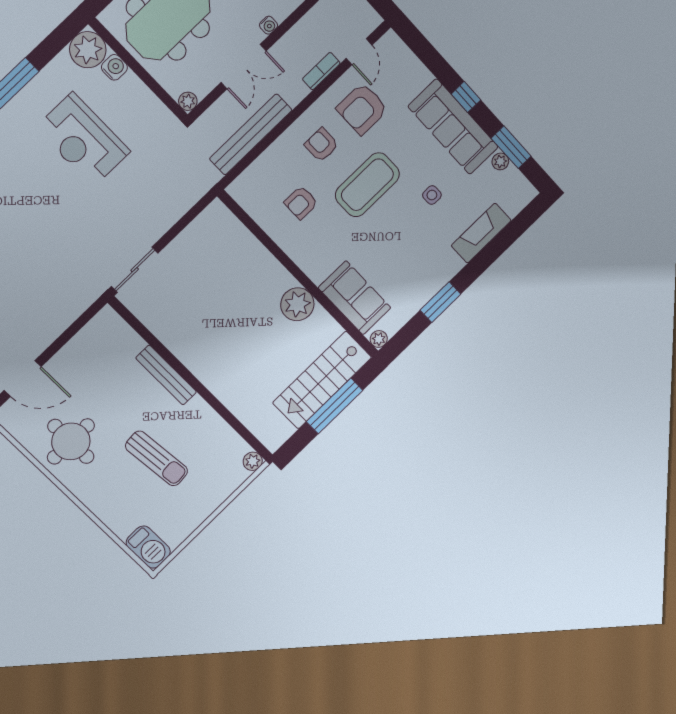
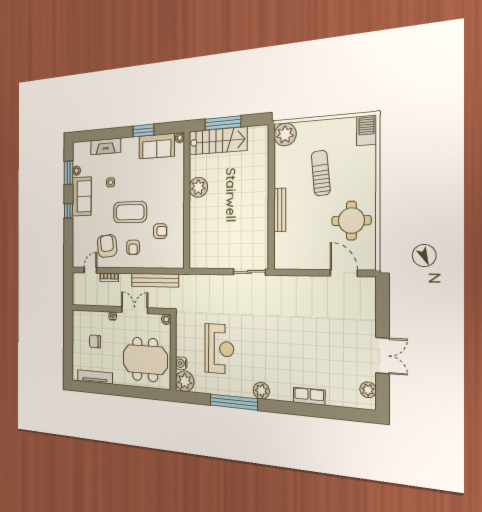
armchair: (362, 109) -> (107, 246), turned -97
sofa: (453, 127) -> (82, 196), width x0.73
sofa: (355, 298) -> (157, 146), moved, turned -90
plant: (253, 461) -> (285, 134), width x1.87, depth x1.87

